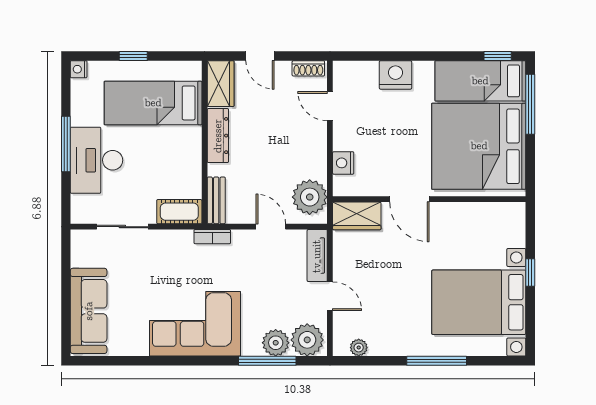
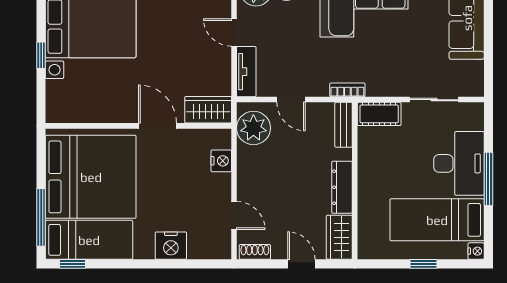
bed: (153, 103) -> (437, 220), moved, turned 180

